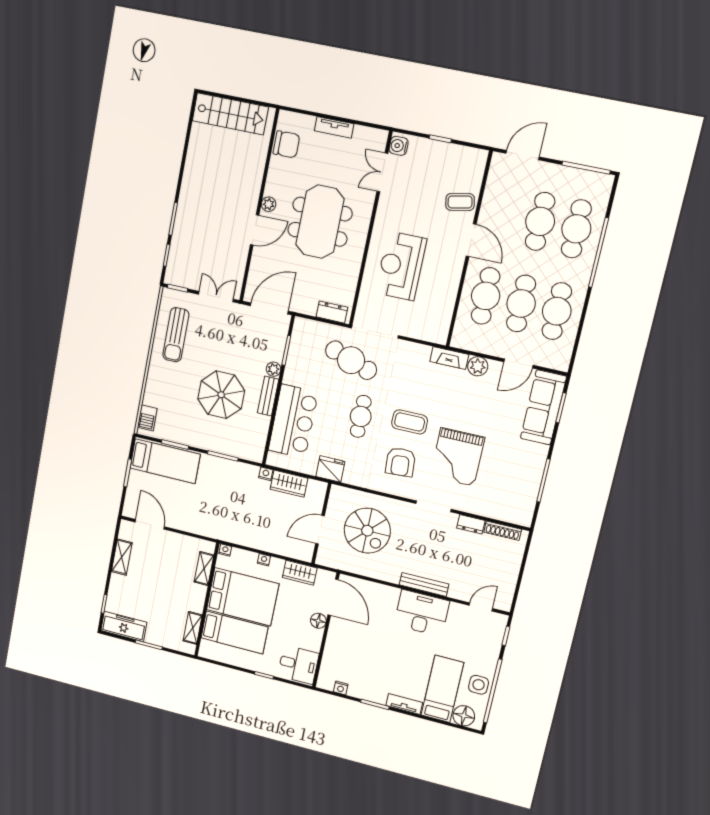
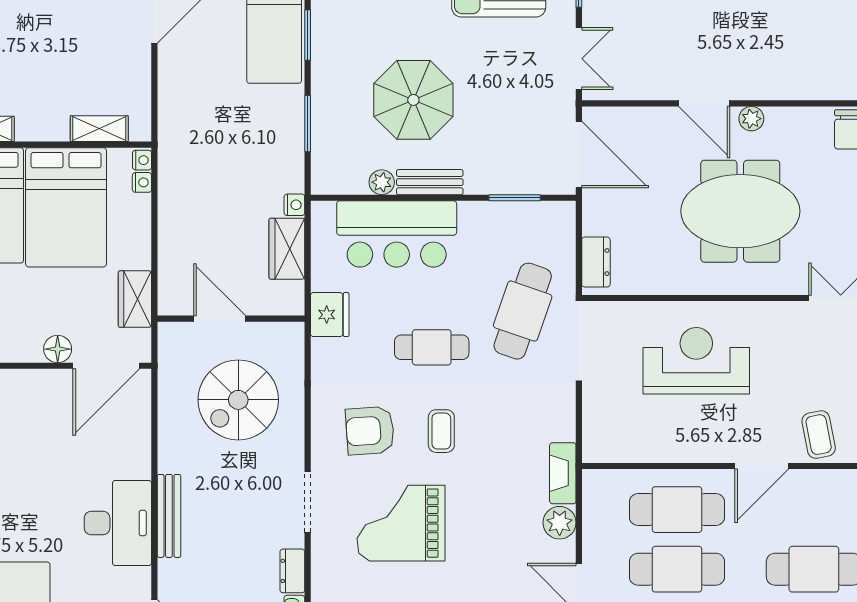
plant: (274, 369) -> (382, 182), moved
coffee table: (410, 422) -> (441, 431), width x0.73, depth x0.77
nightstand: (264, 560) -> (142, 182), moved

